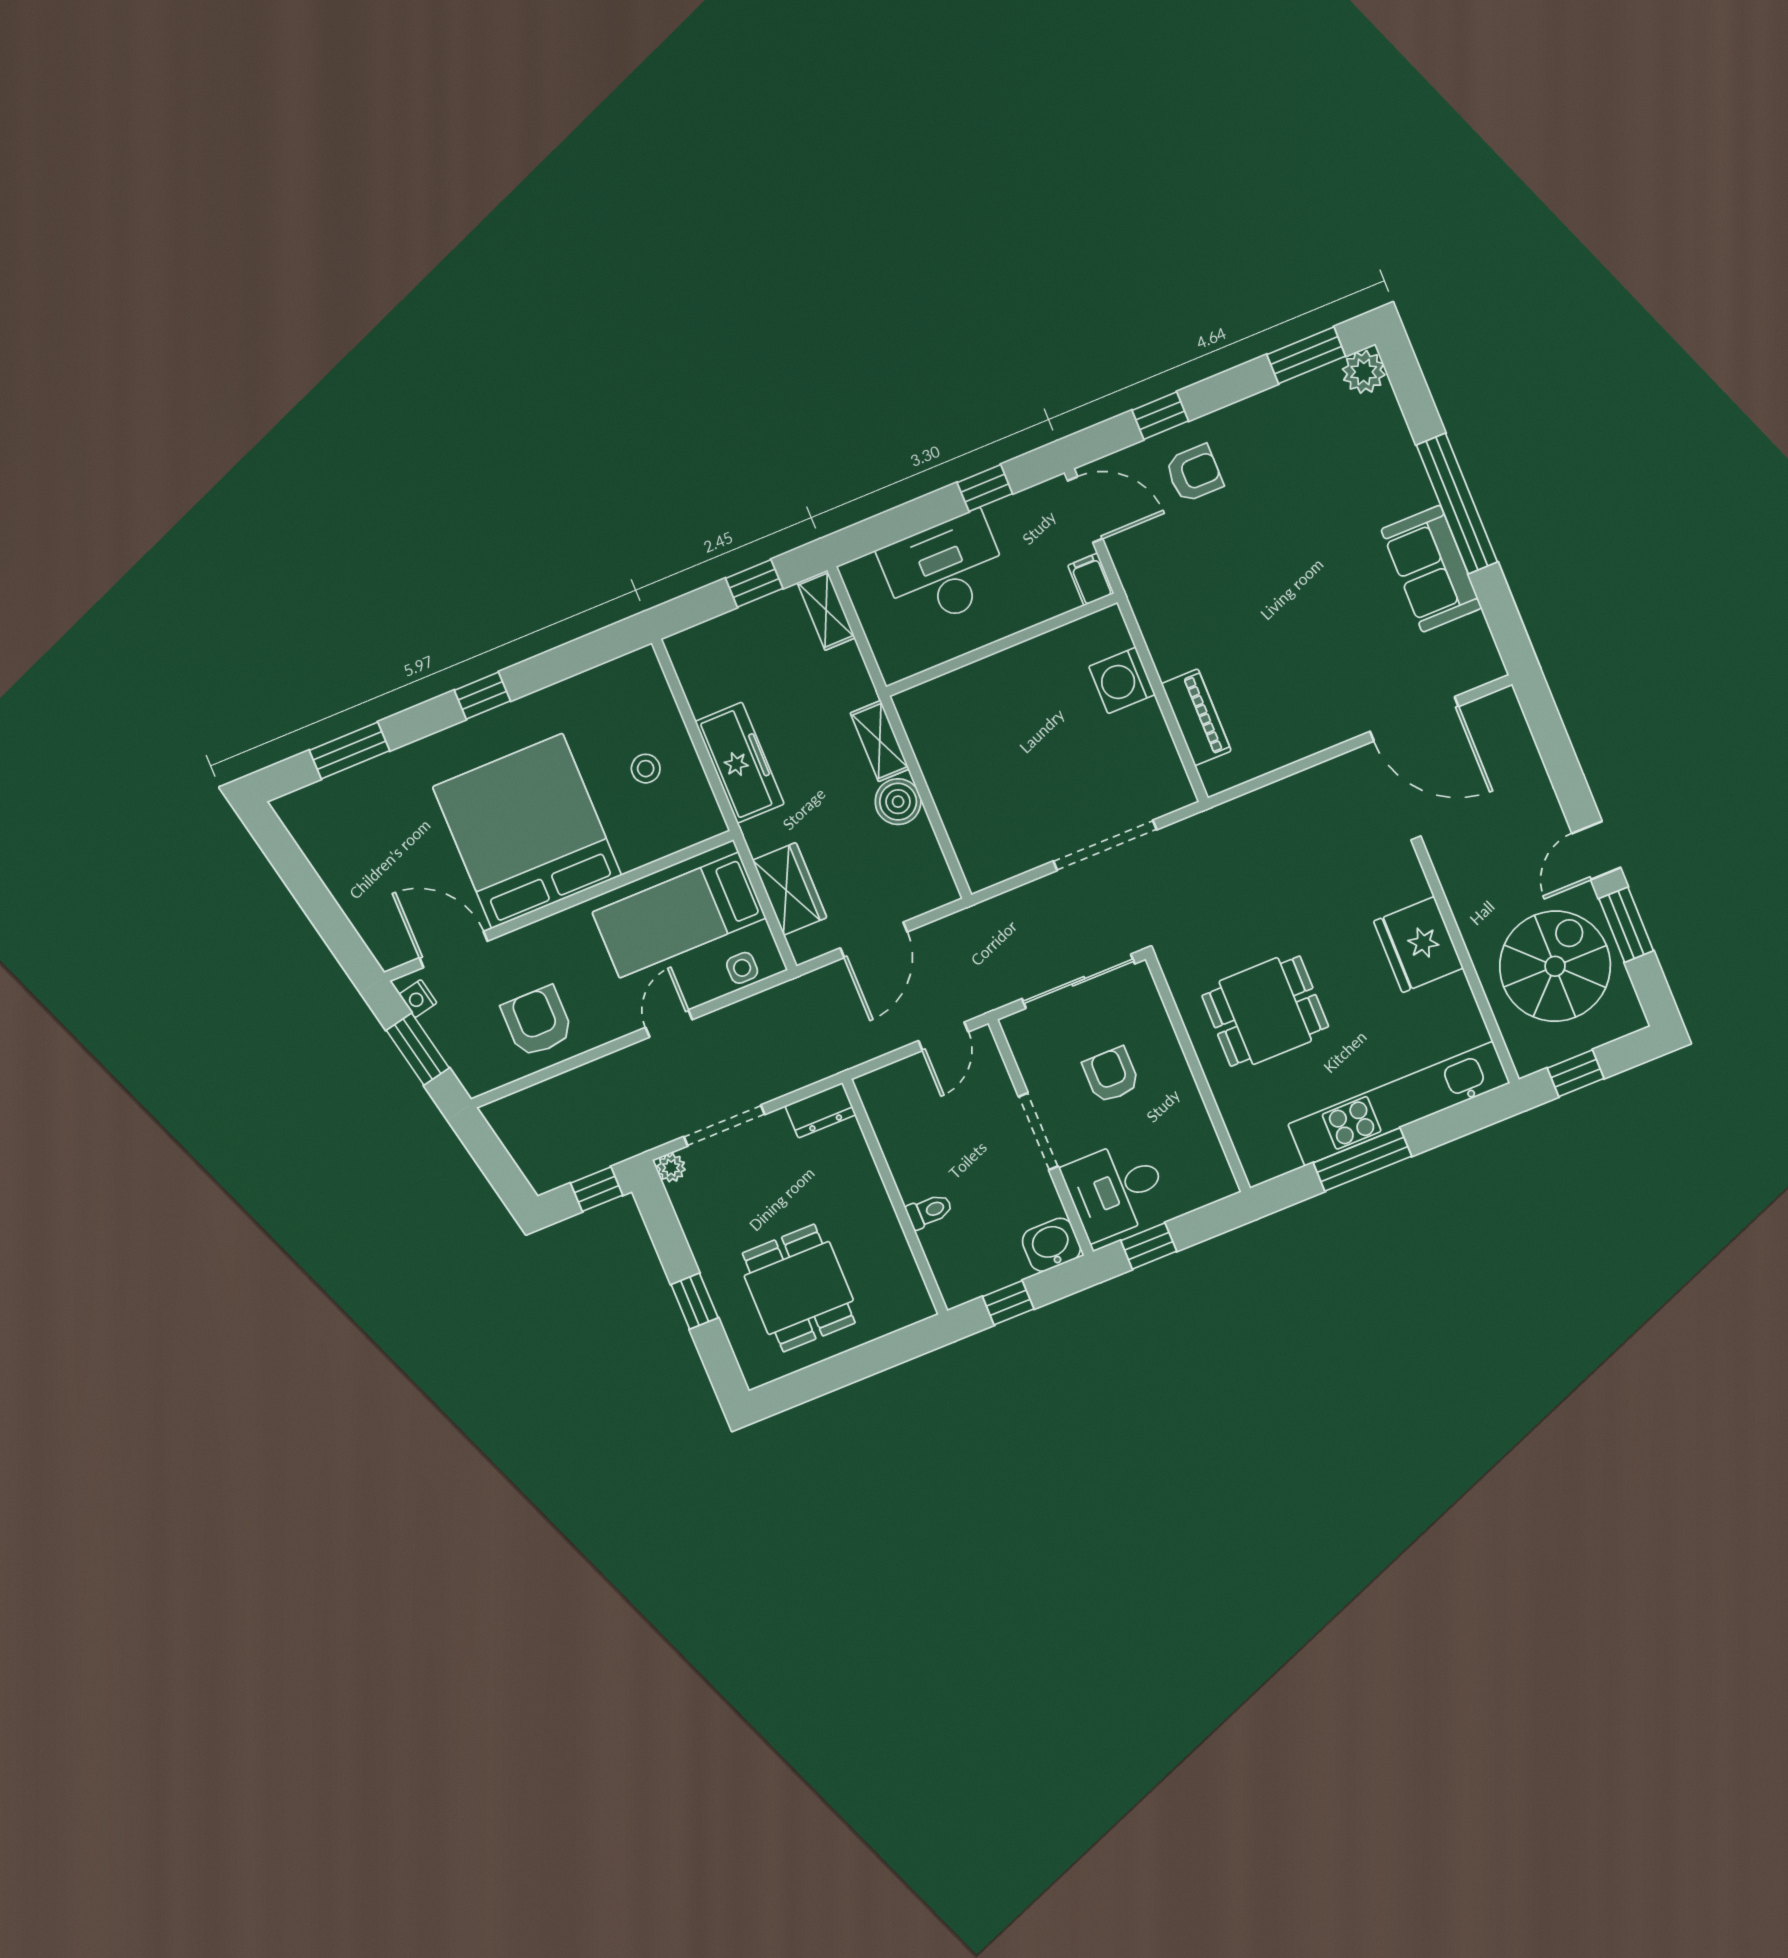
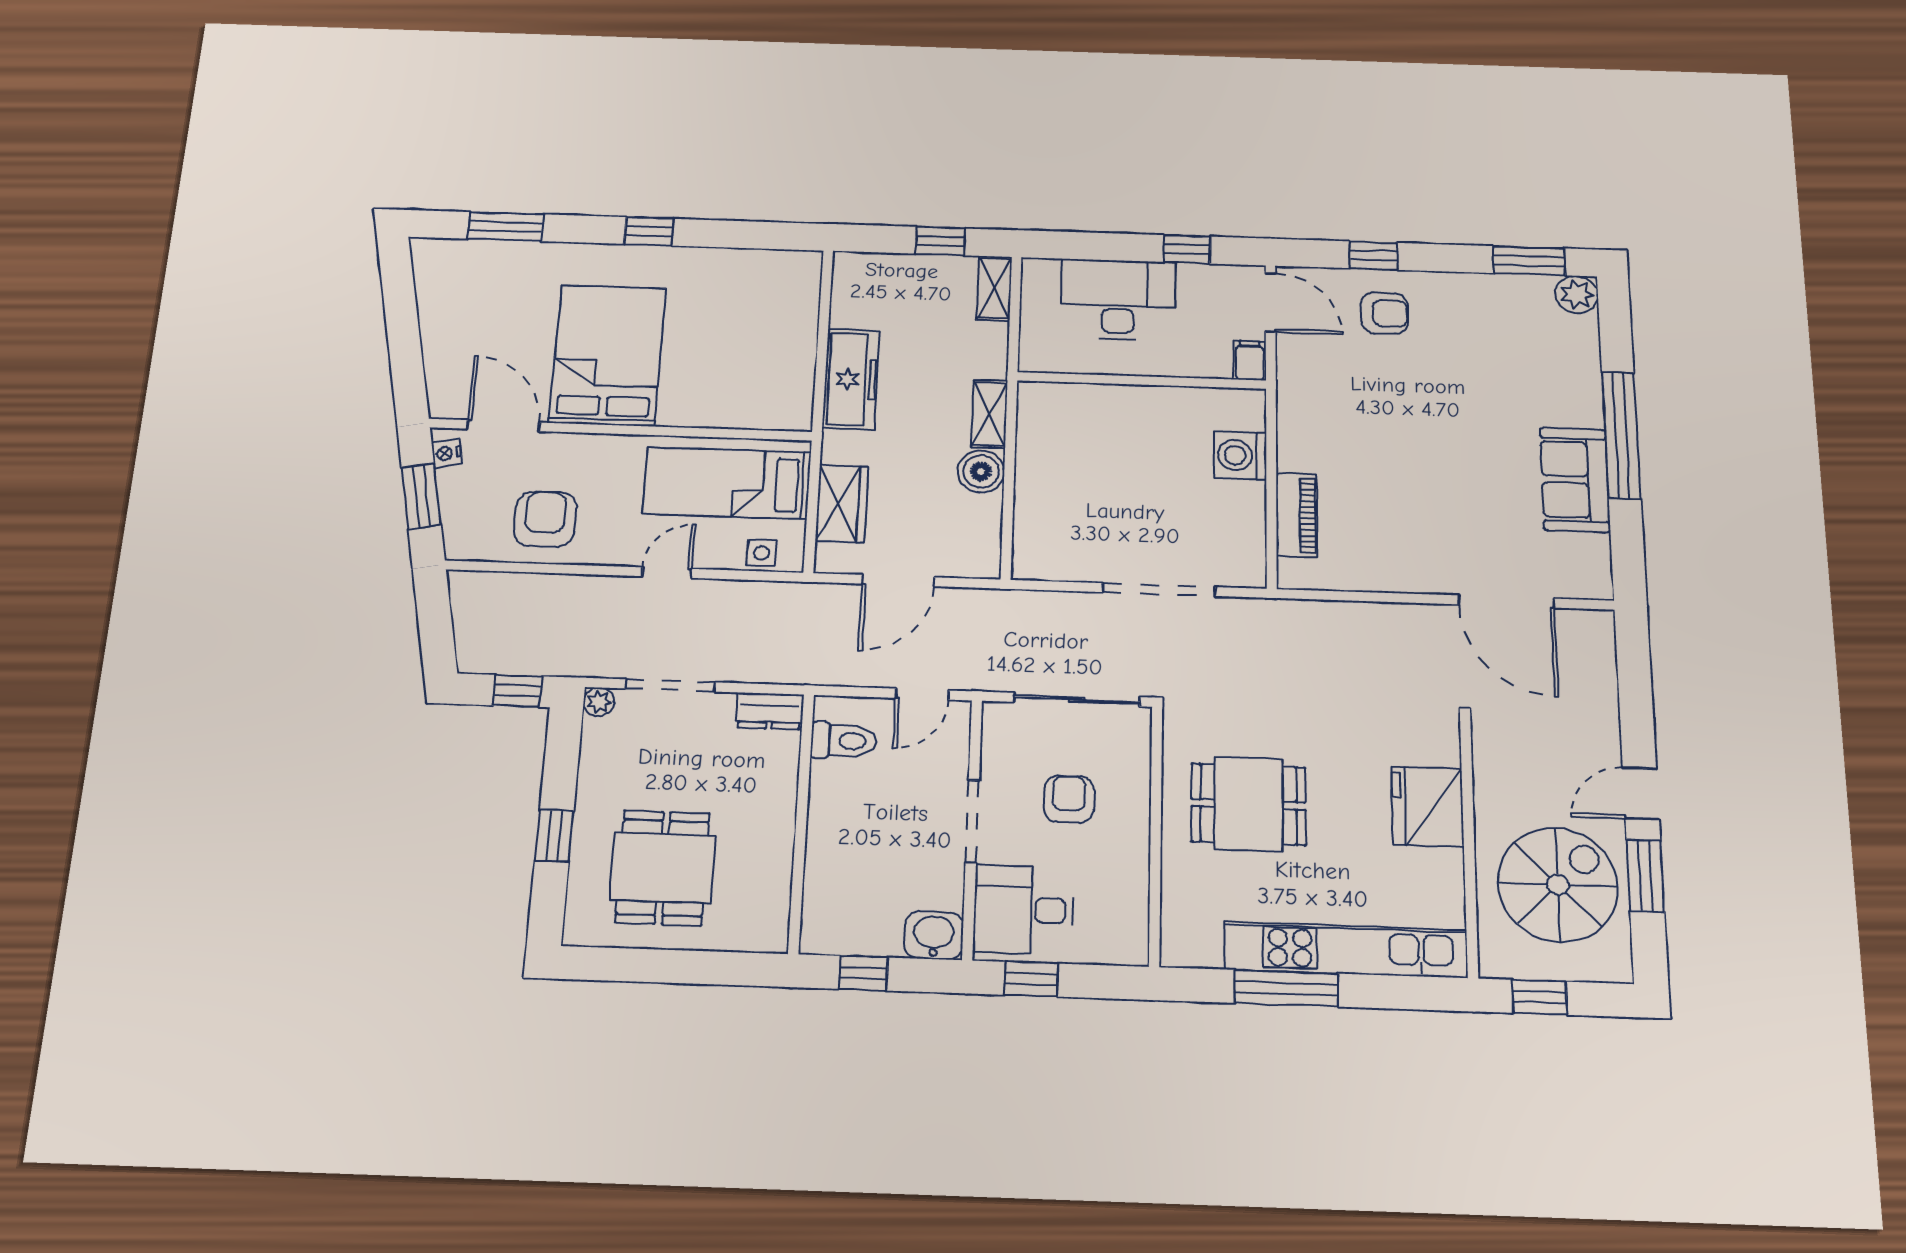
stool: (646, 769) -> (763, 349), removed
bed: (527, 831) -> (608, 355), width x0.73
toilet: (929, 1211) -> (844, 741), moved, width x1.37, depth x1.39

